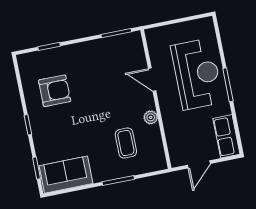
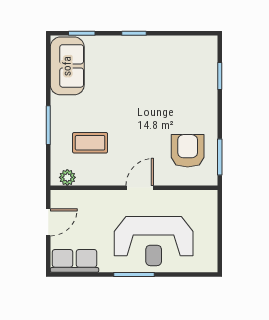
door: (152, 80) -> (140, 188), moved
armchair: (55, 91) -> (188, 151), moved, turned 180
plant: (151, 117) -> (67, 177), moved
door: (199, 164) -> (48, 222), swing flipped

